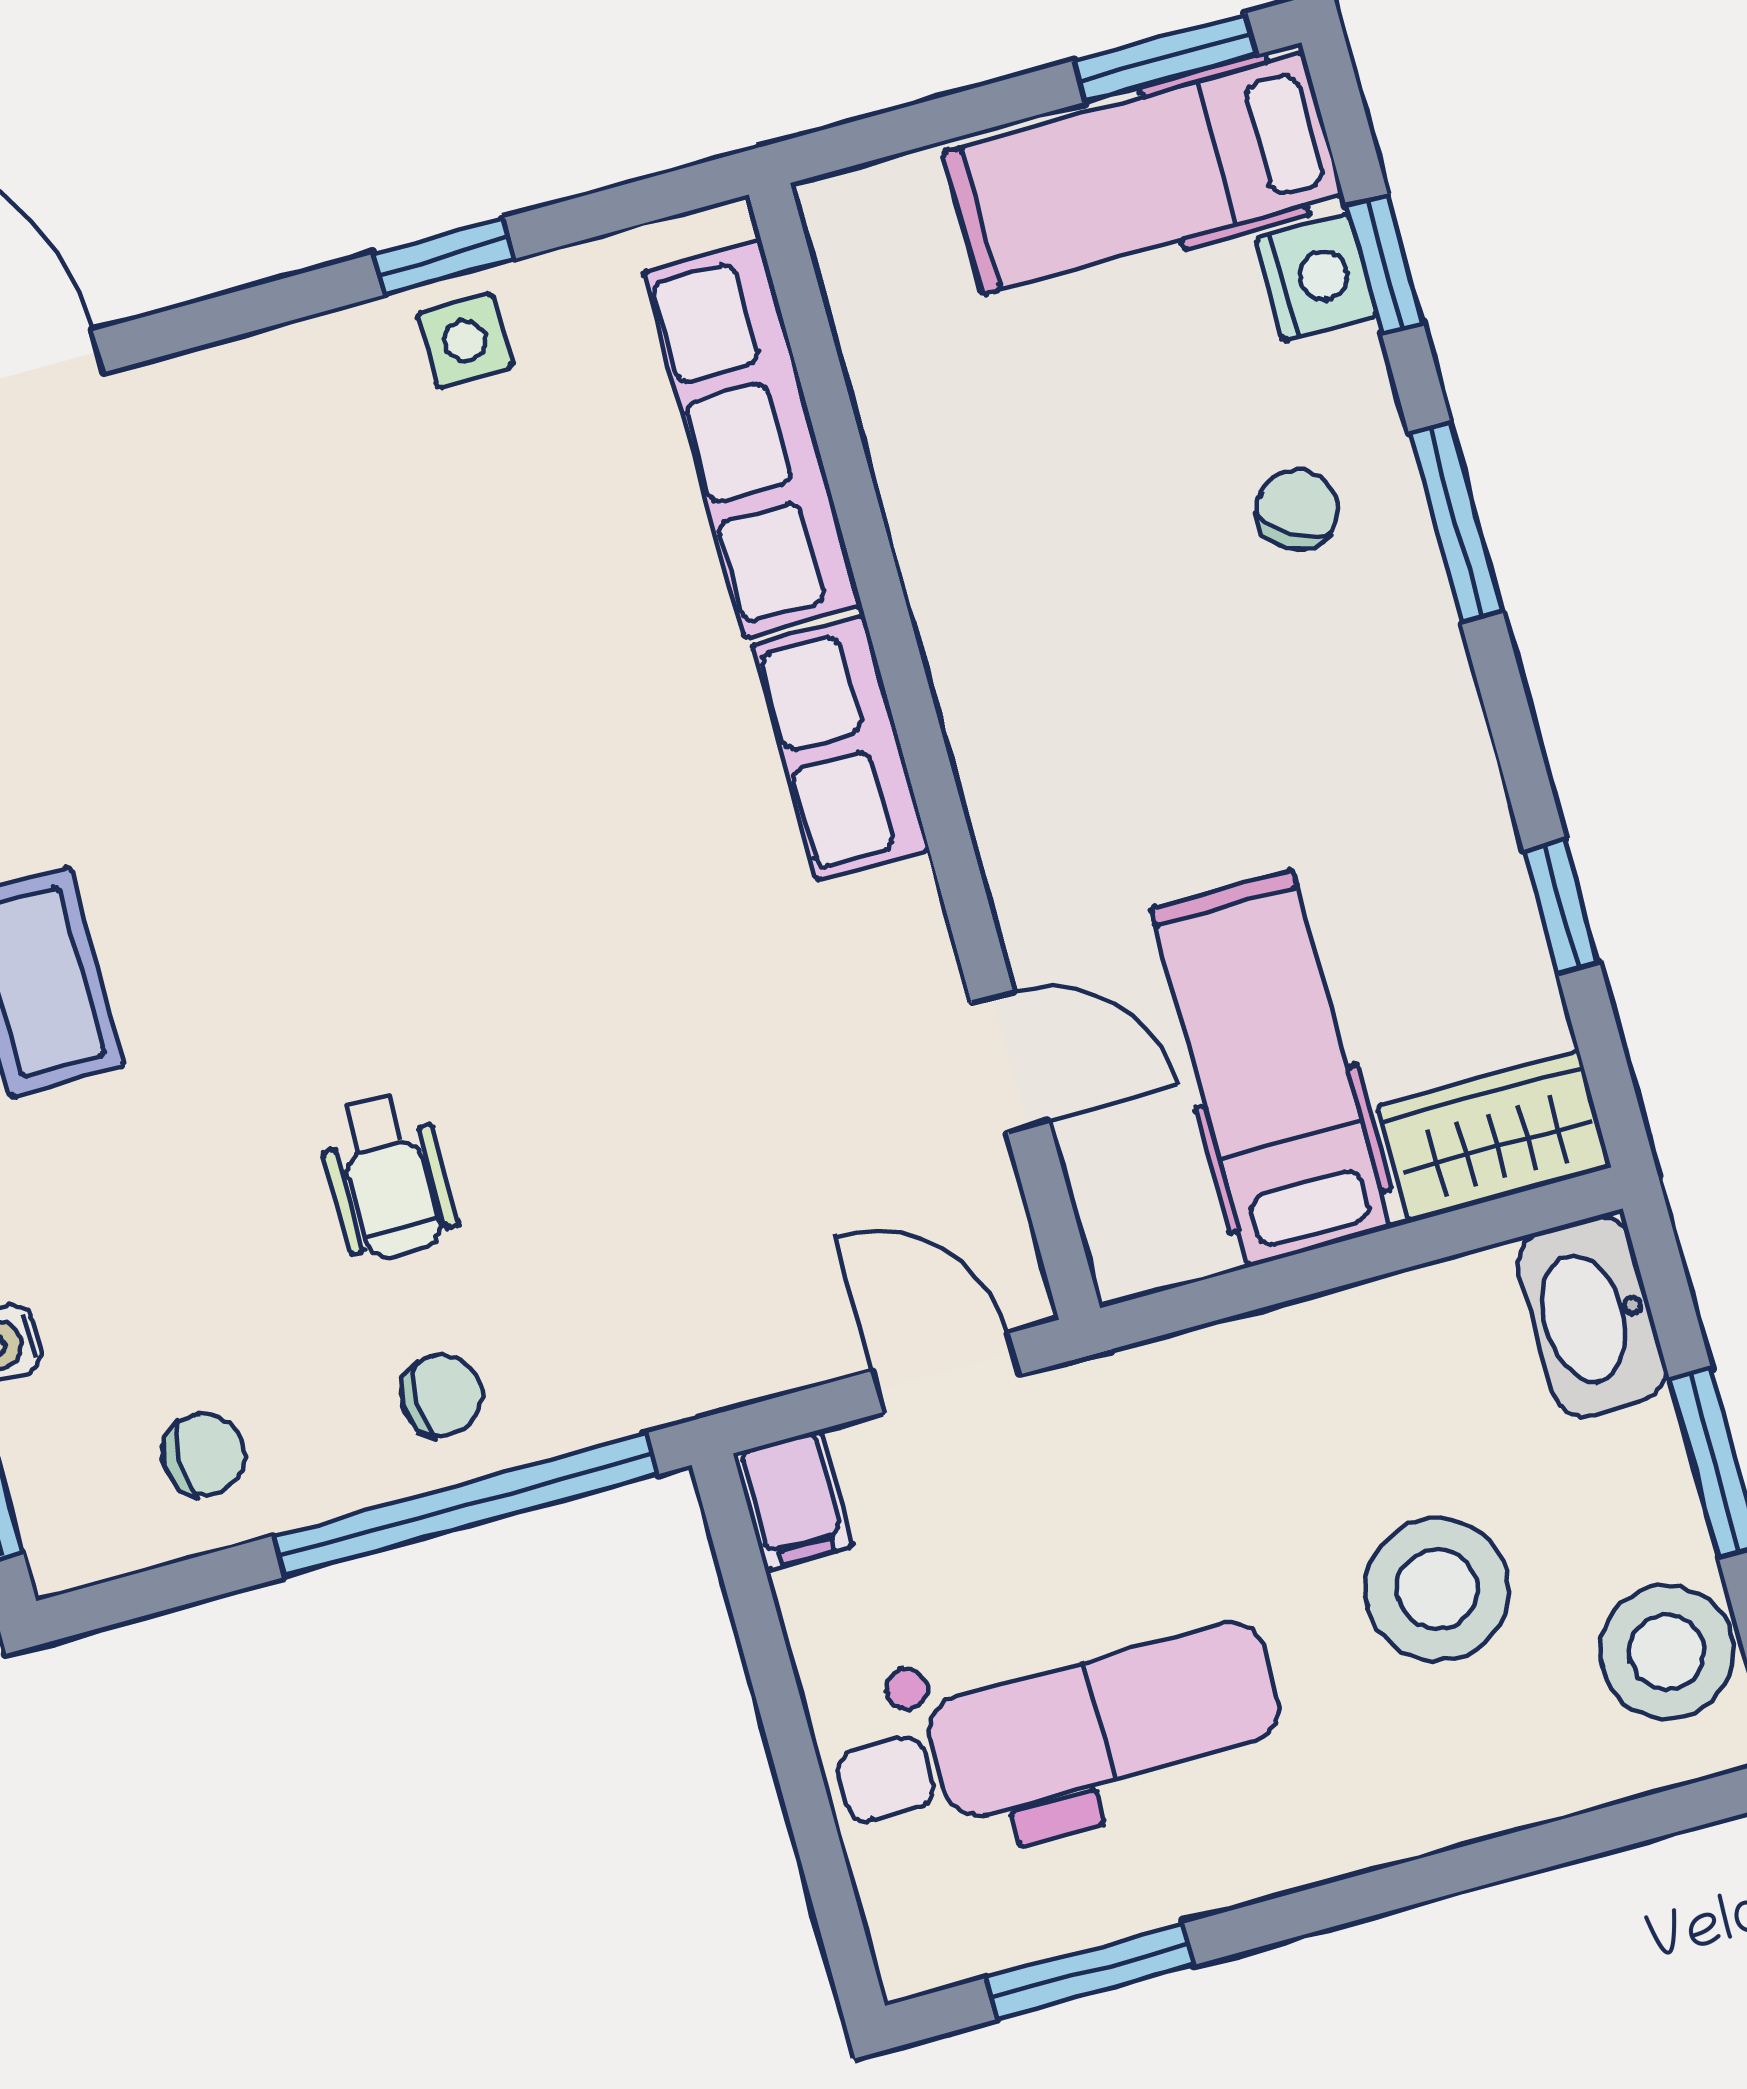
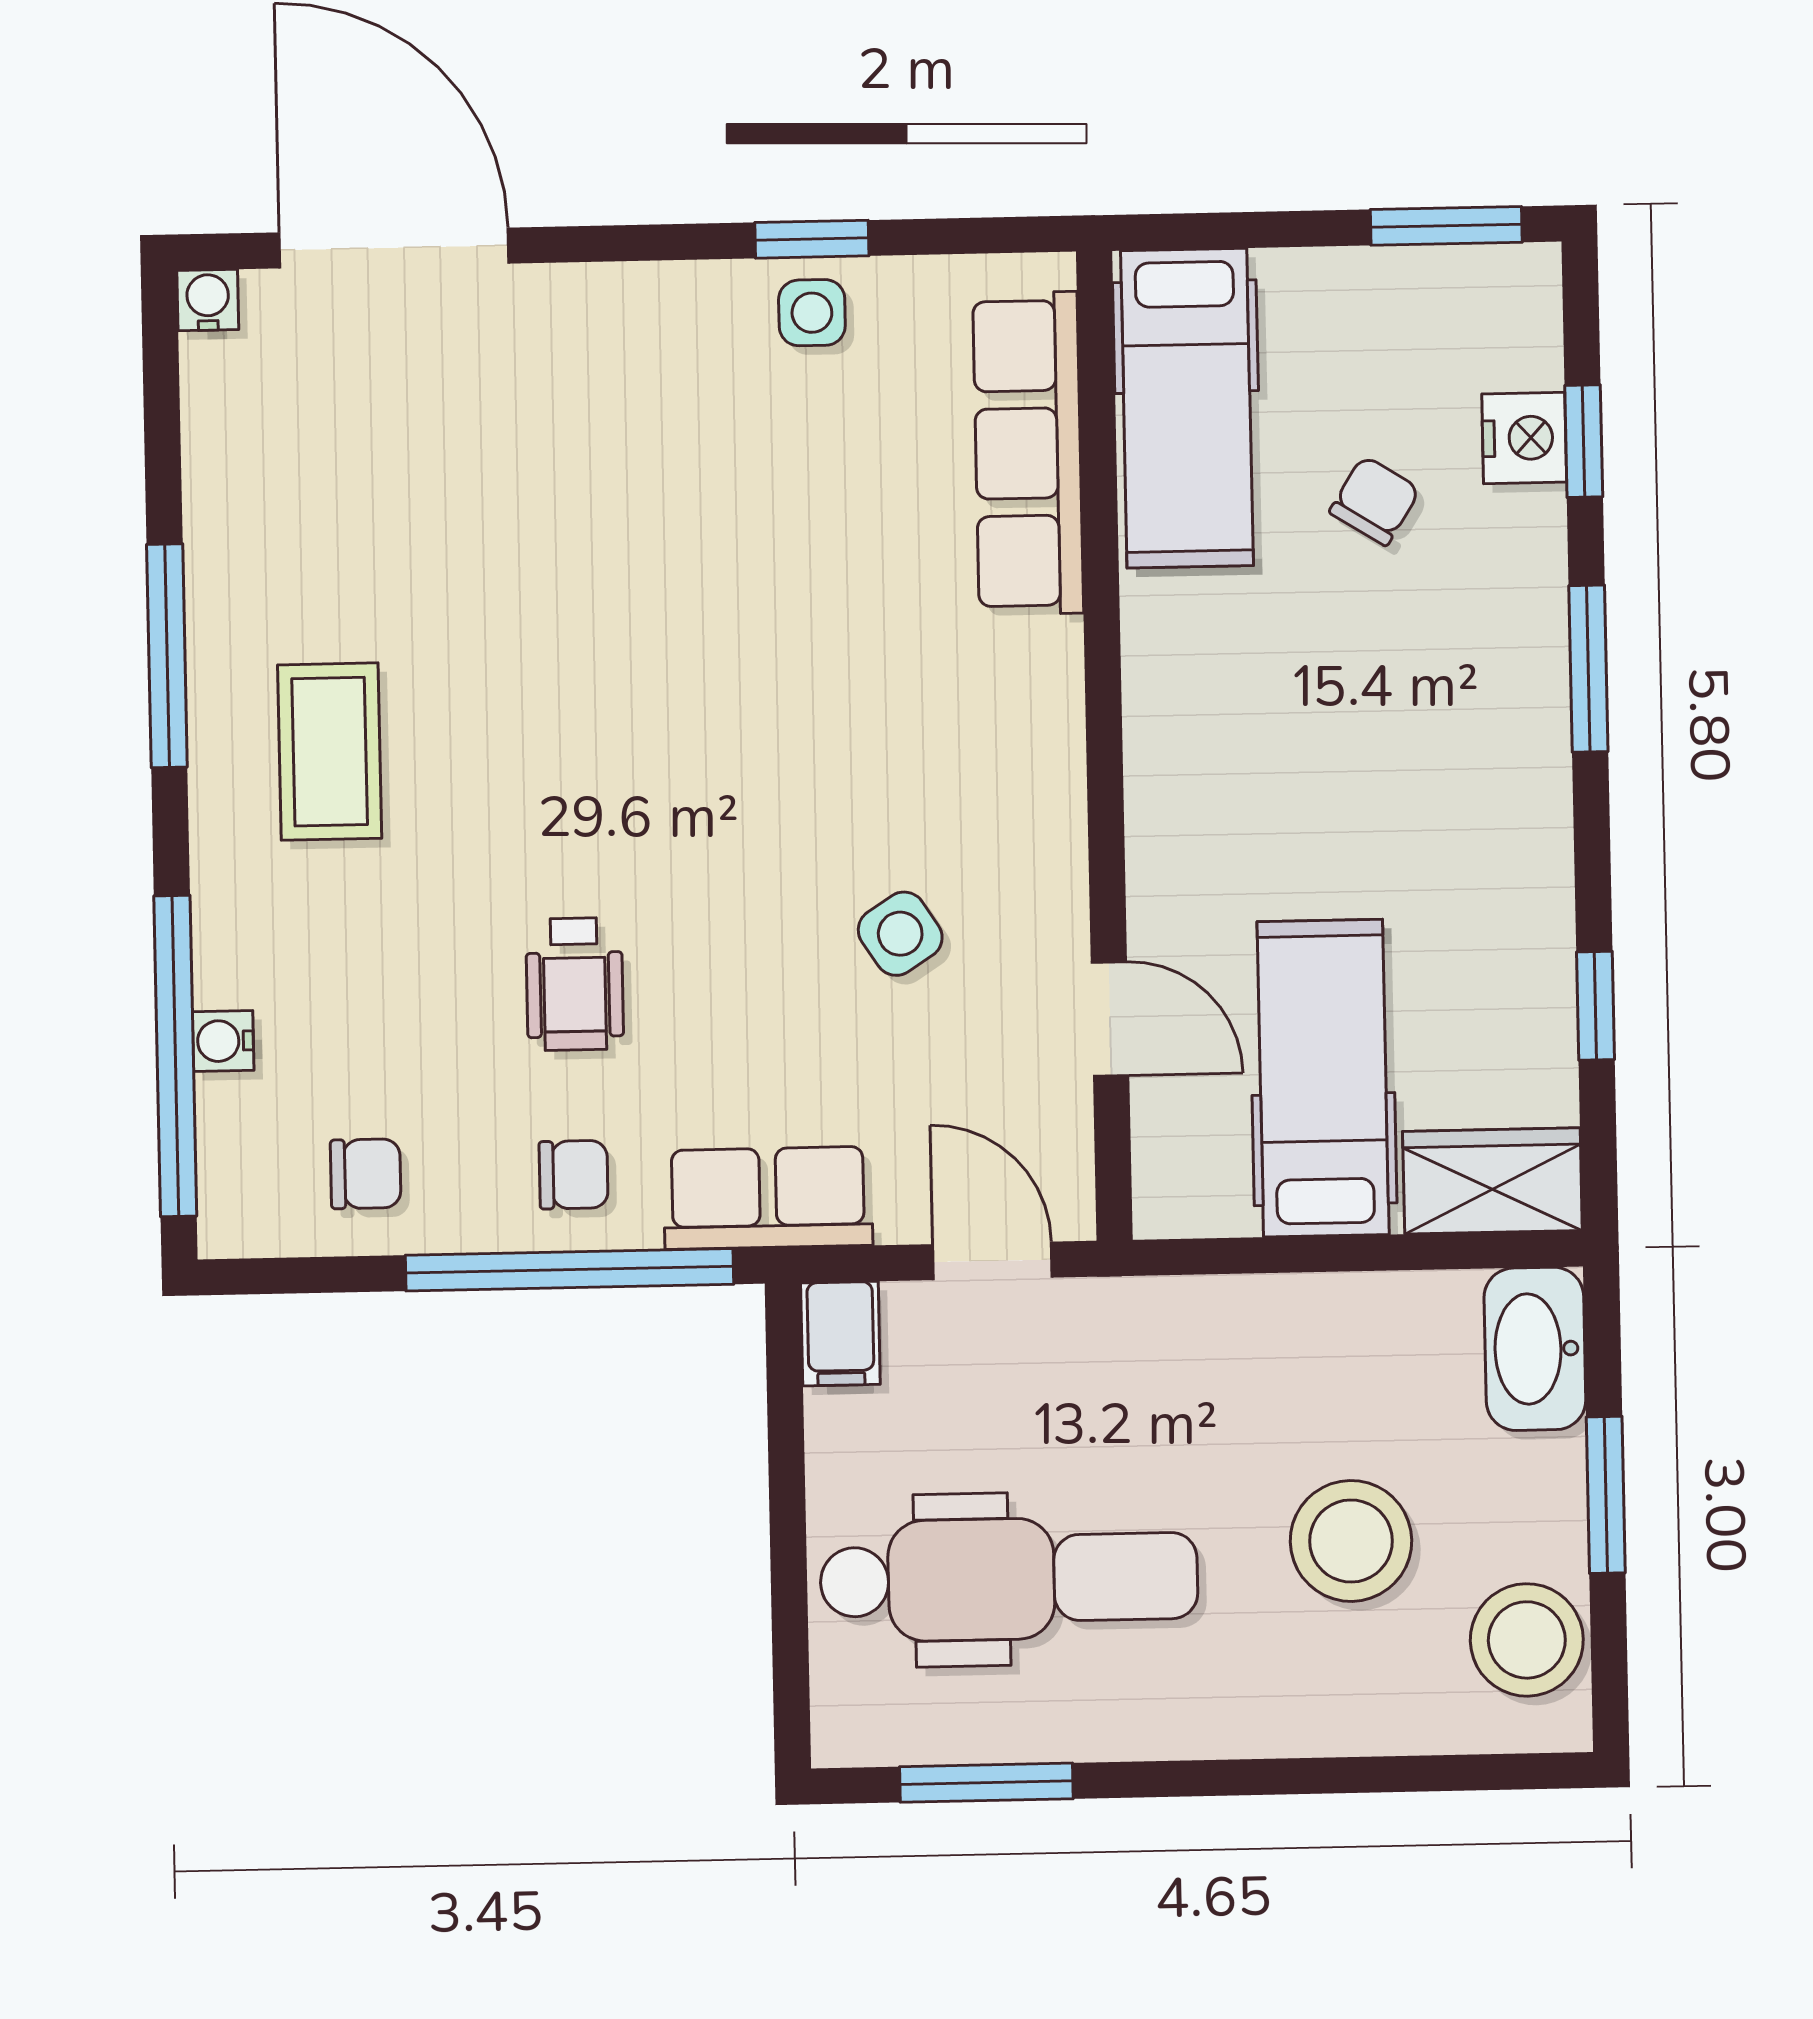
hospital bed: (1143, 173) -> (1187, 408), moved, turned -90
chair: (1297, 509) -> (1375, 501), moved
row of seats: (841, 748) -> (768, 1198), moved, turned 90
side table: (746, 1025) -> (900, 934), added

